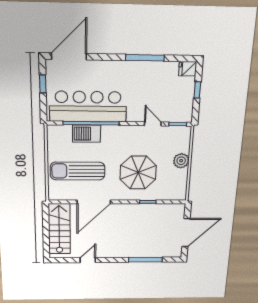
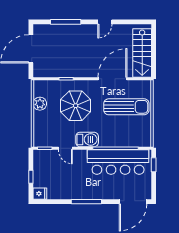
window: (145, 58) -> (86, 202), moved
window: (43, 84) -> (154, 165), moved
barbecue: (87, 134) -> (87, 139), moved
plant: (181, 161) -> (40, 104), moved
door: (88, 260) -> (105, 22), moved

